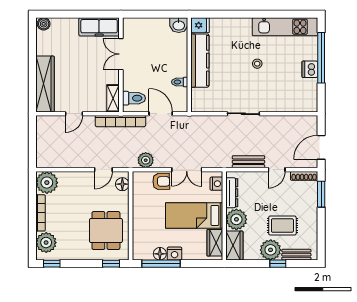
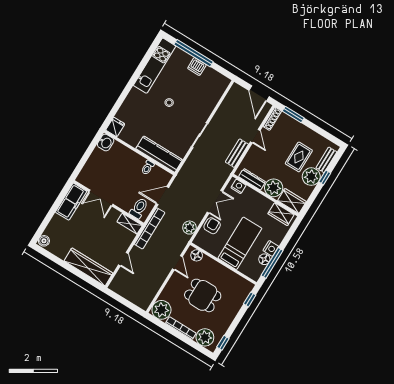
kitchen counter: (200, 61) -> (159, 154), moved
bed: (194, 215) -> (240, 243), moved, turned 180
dining table: (106, 231) -> (203, 295), moved

